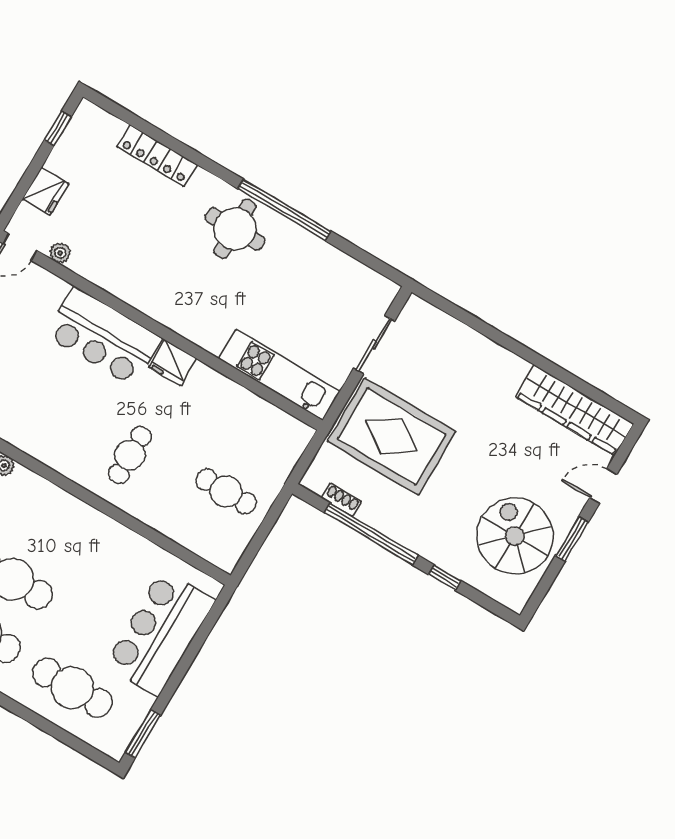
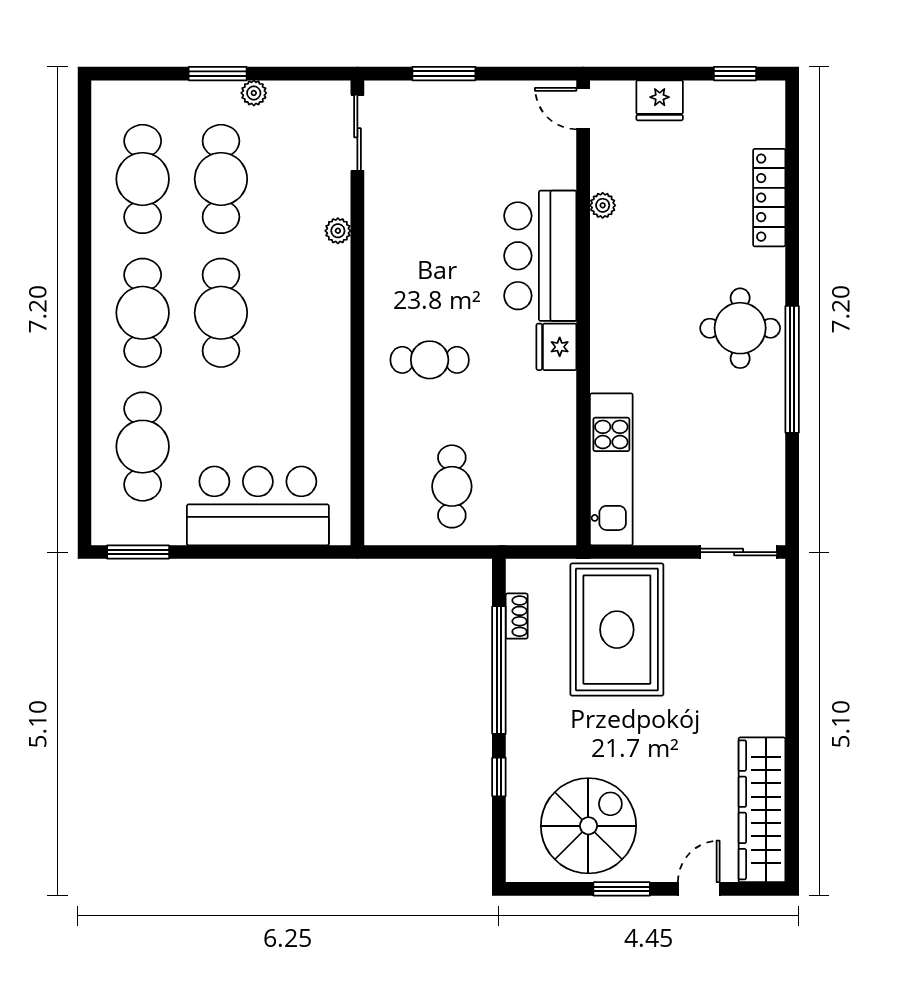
plant: (60, 253) -> (603, 205), moved
sliding door: (374, 345) -> (739, 552), moved
door: (603, 486) -> (699, 889), hinge flipped

